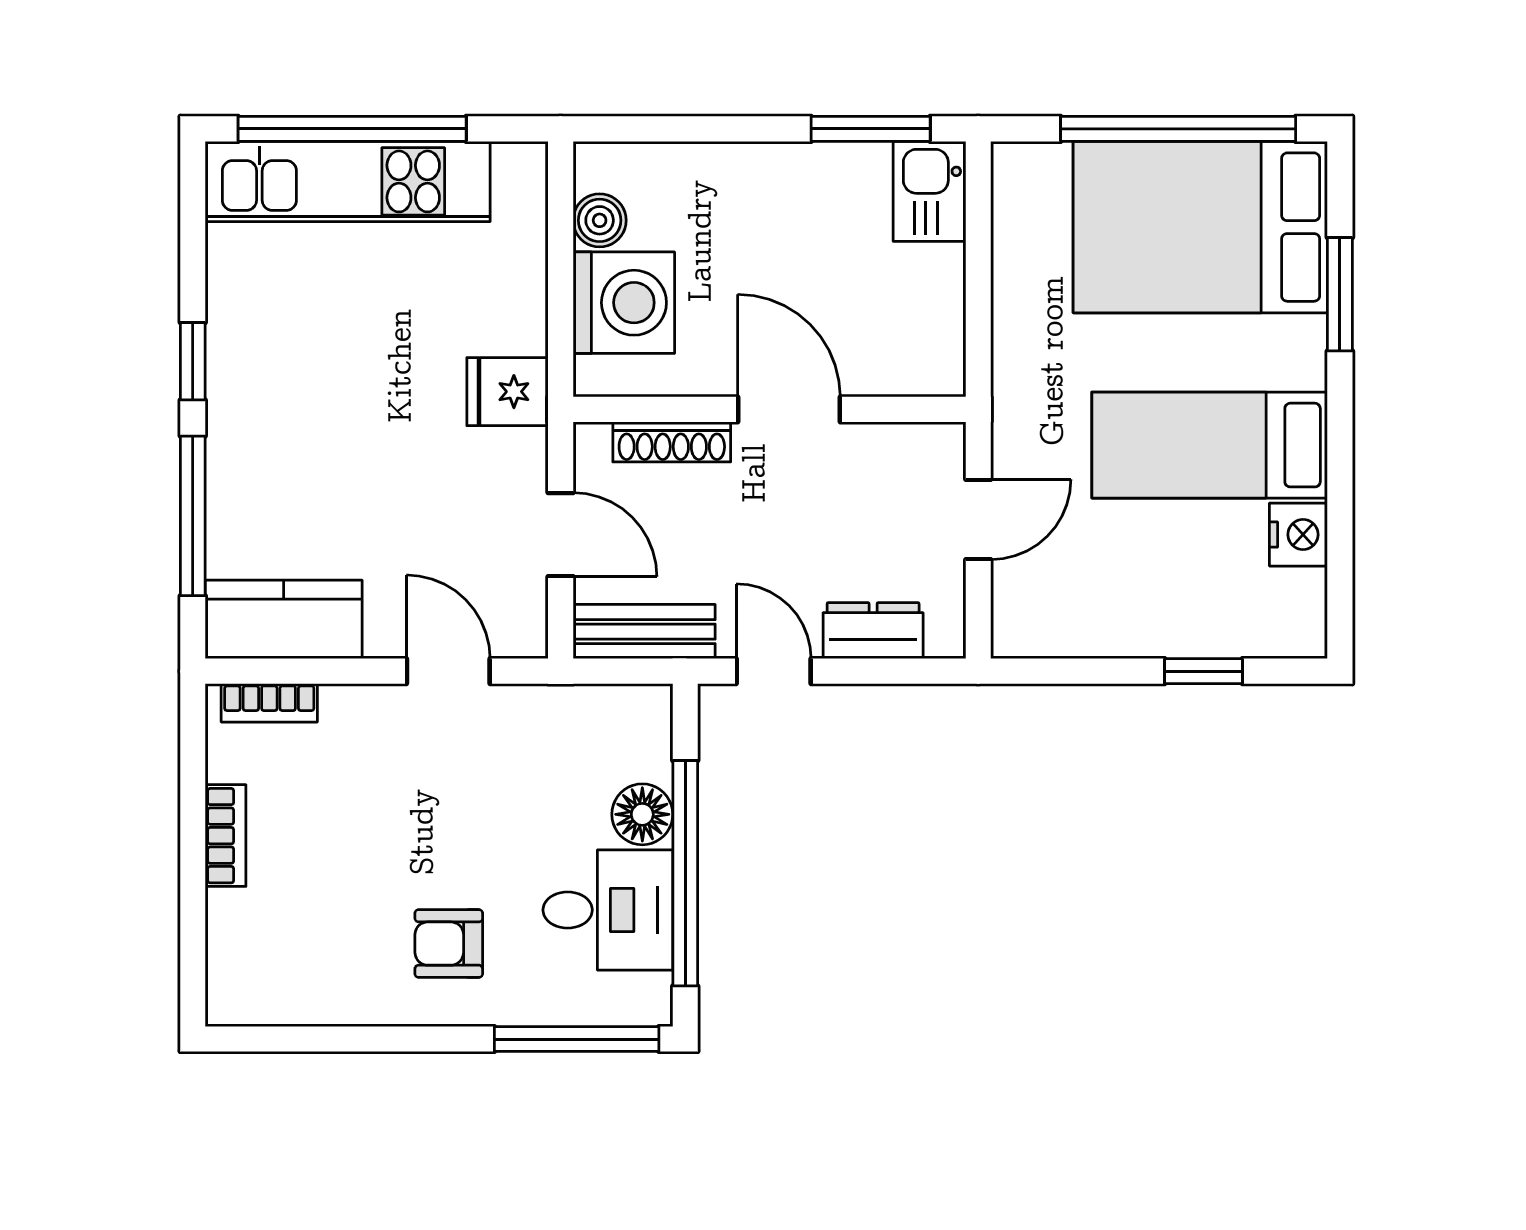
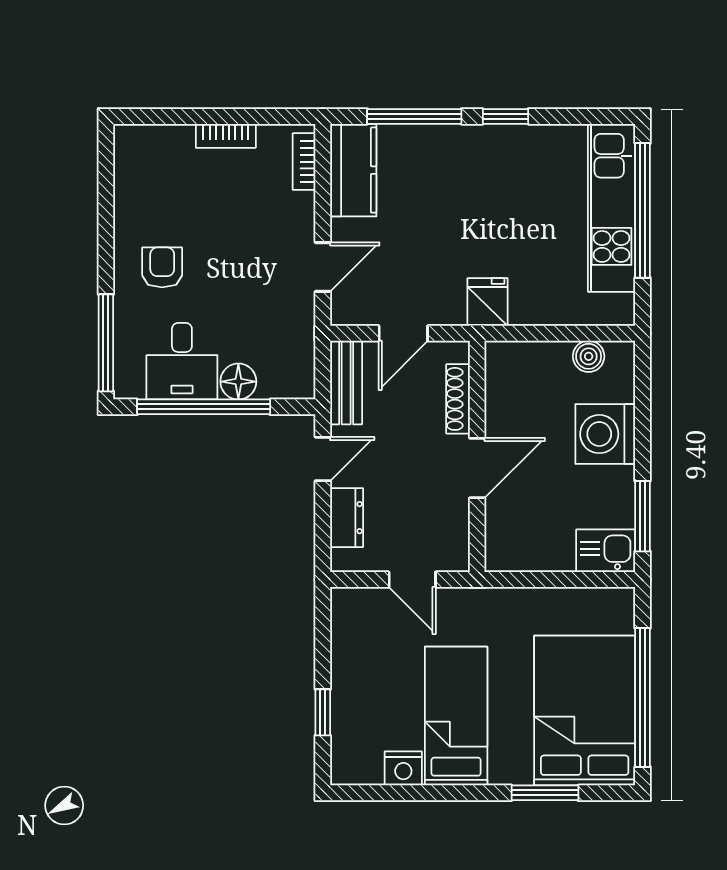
washing machine: (624, 303) -> (605, 434), moved, turned 90

